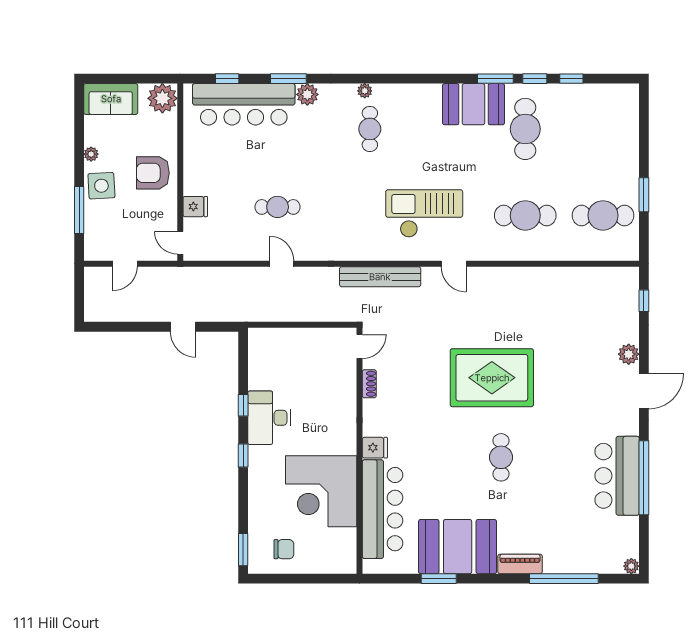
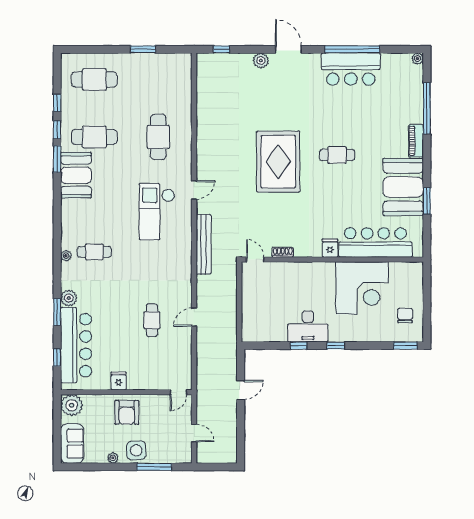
fridge: (195, 207) -> (119, 381), moved
cafe table: (603, 215) -> (94, 79), moved, turned 90

